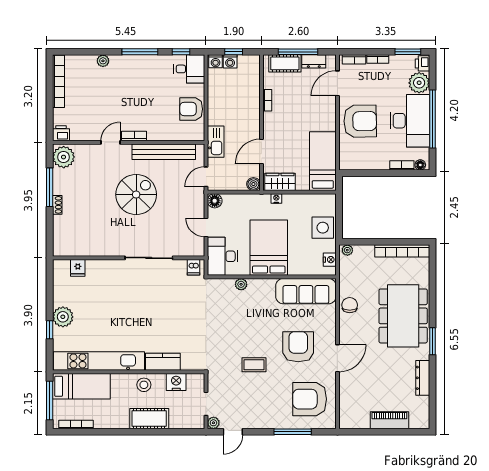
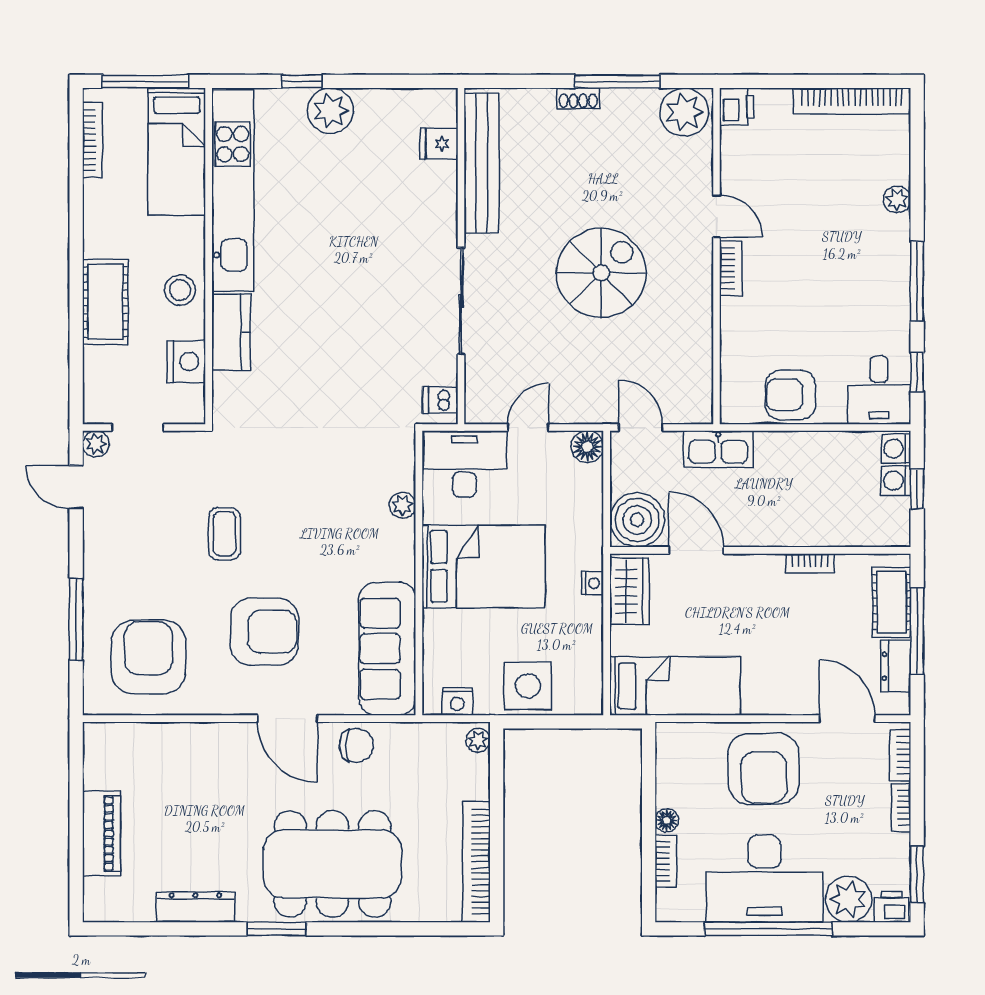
armchair: (191, 109) -> (790, 395), turned -90
bench: (164, 152) -> (482, 163), moved
floor lamp: (420, 165) -> (667, 820), moved
boiler: (253, 184) -> (637, 520), width x1.86, depth x1.86
spiral stairs: (136, 195) -> (601, 273), turned -90
door: (337, 358) -> (287, 719), moved

